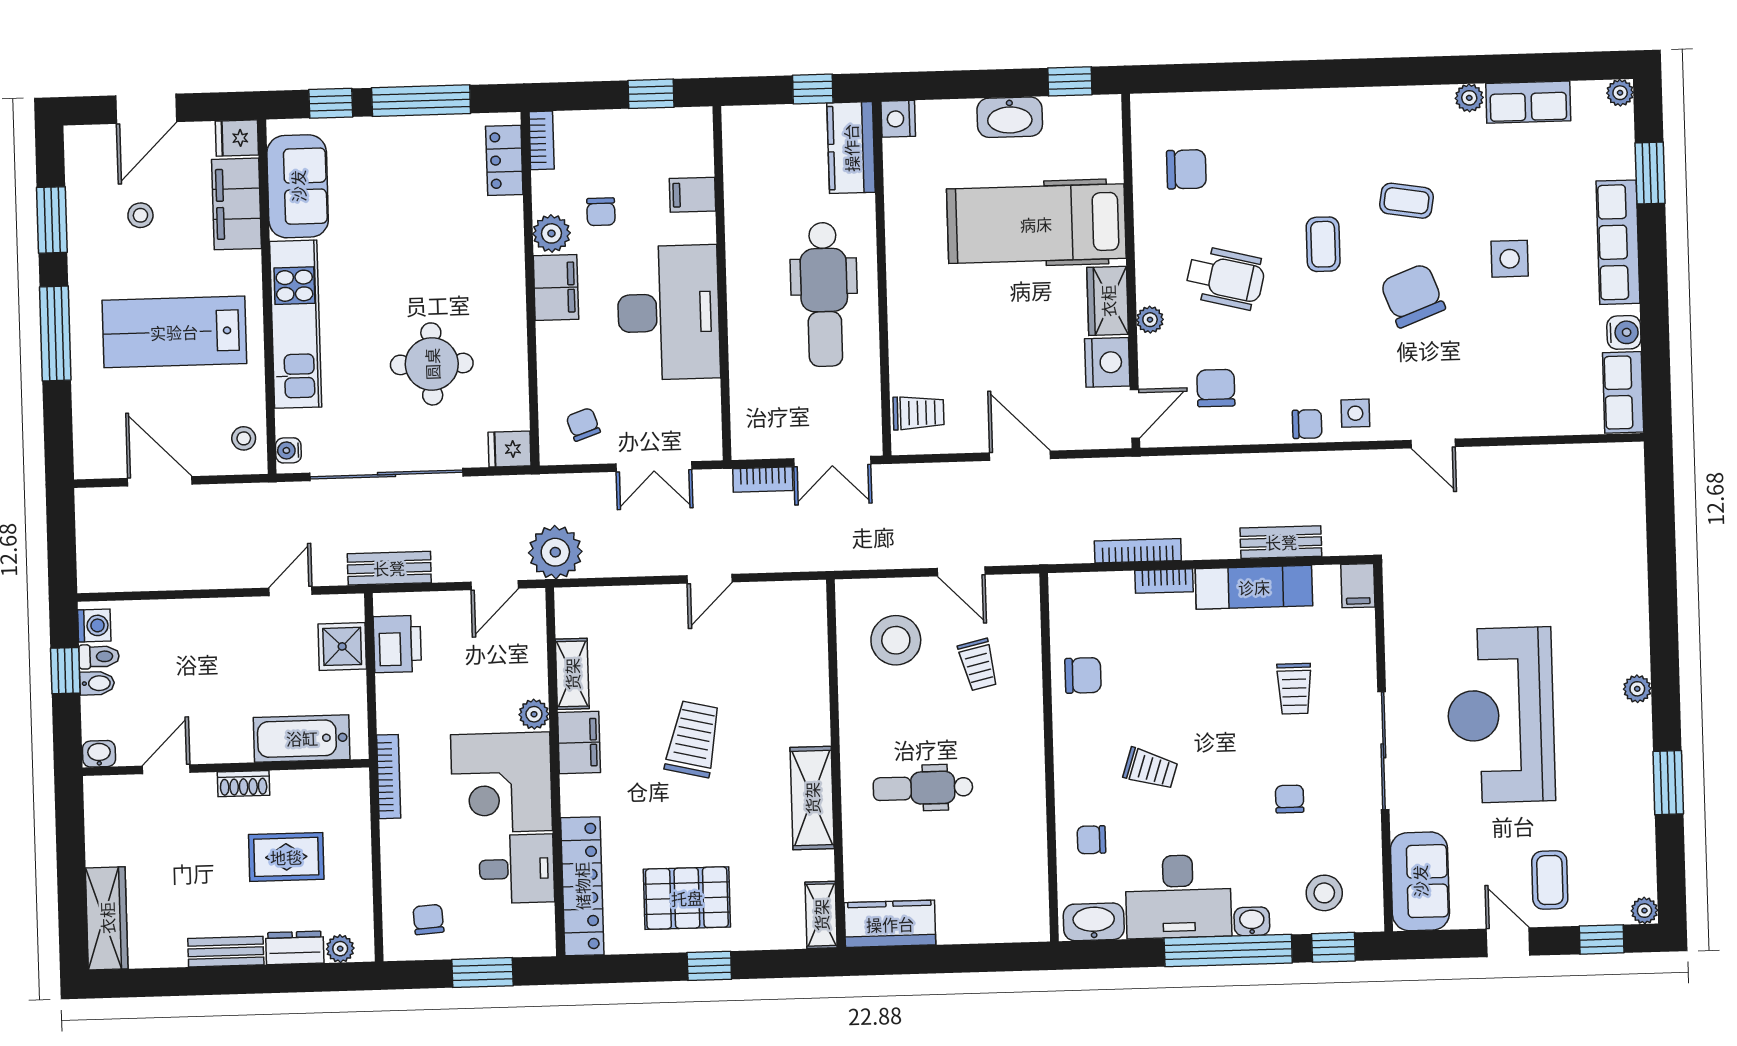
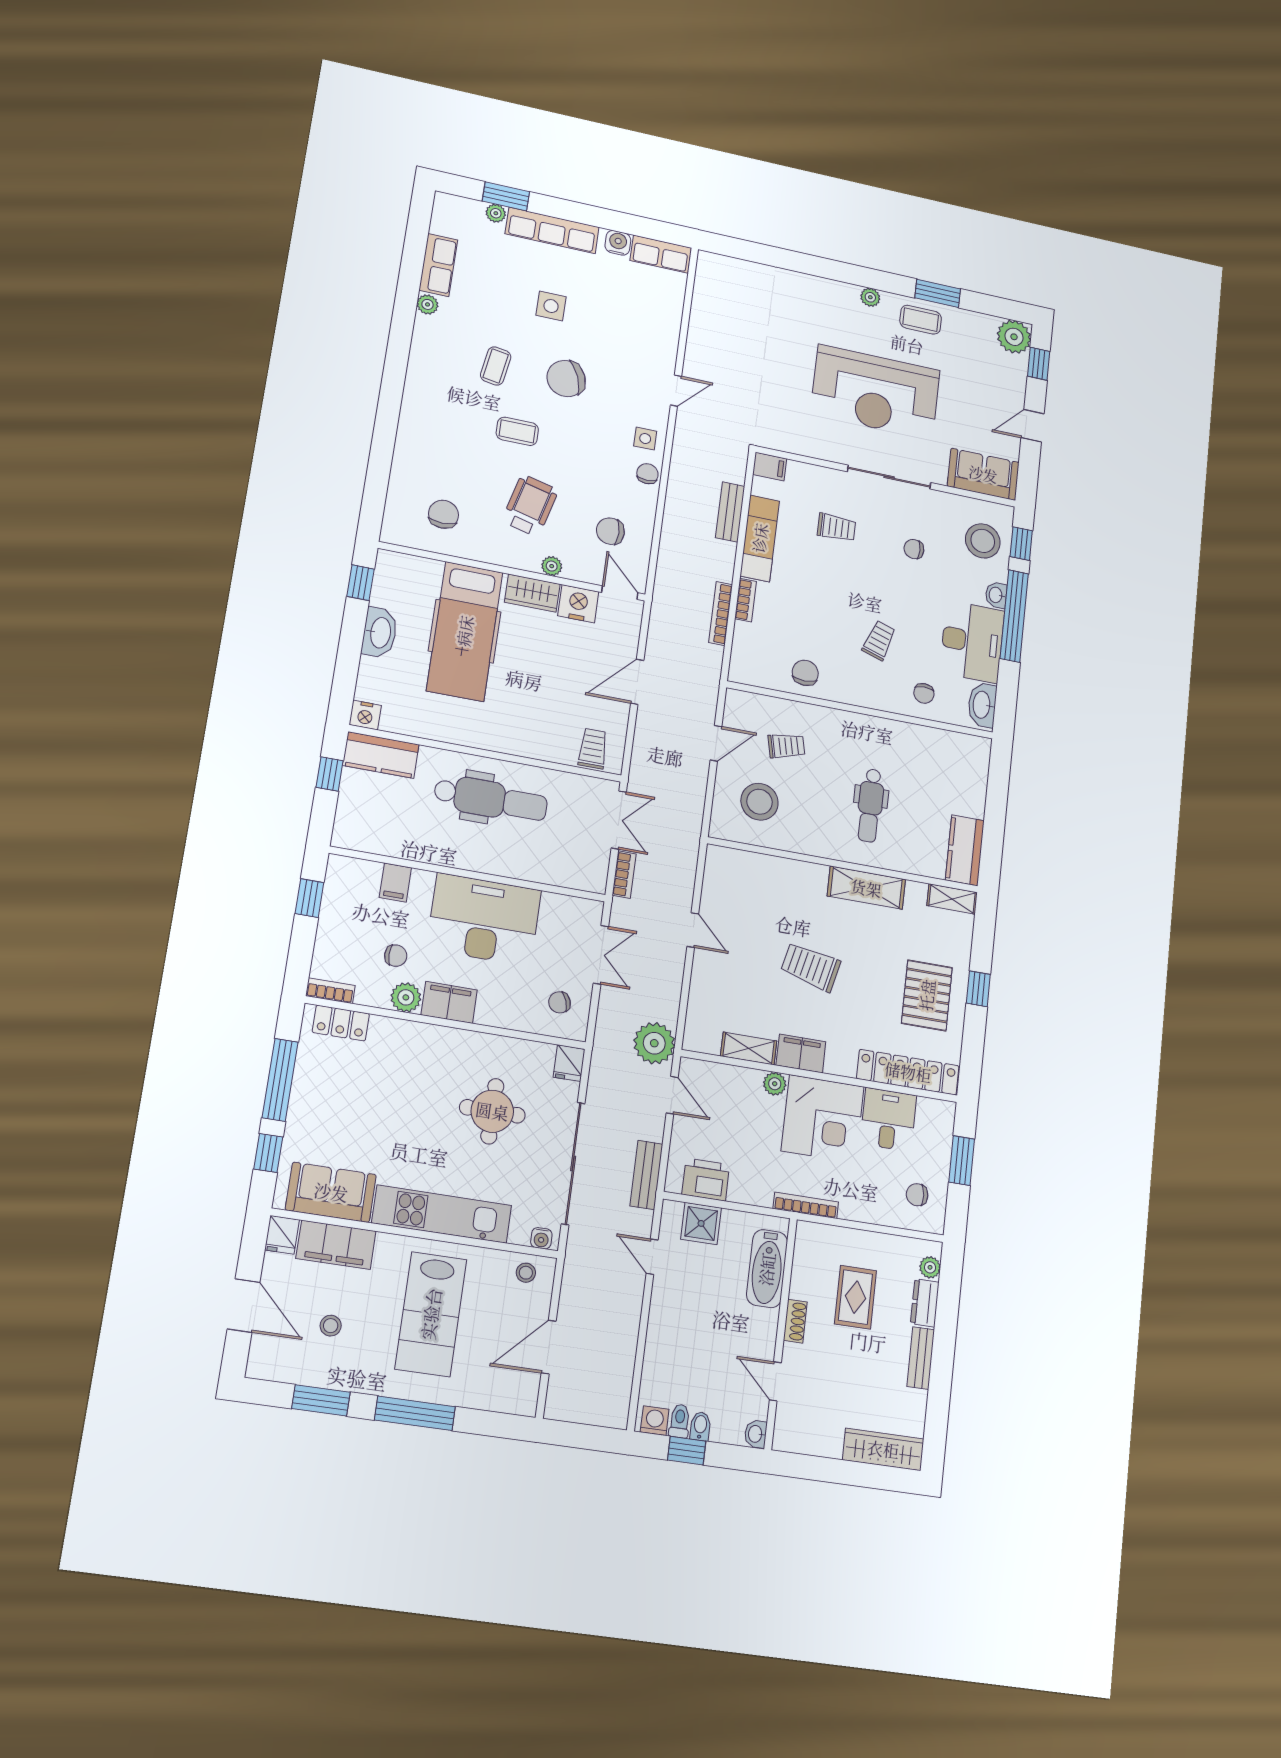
plant: (1620, 93) -> (496, 213), moved
coffee table: (1550, 880) -> (921, 320), moved
stool: (1324, 893) -> (983, 541), width x1.38, depth x1.38
plant: (1644, 911) -> (1014, 337), width x1.88, depth x1.88

